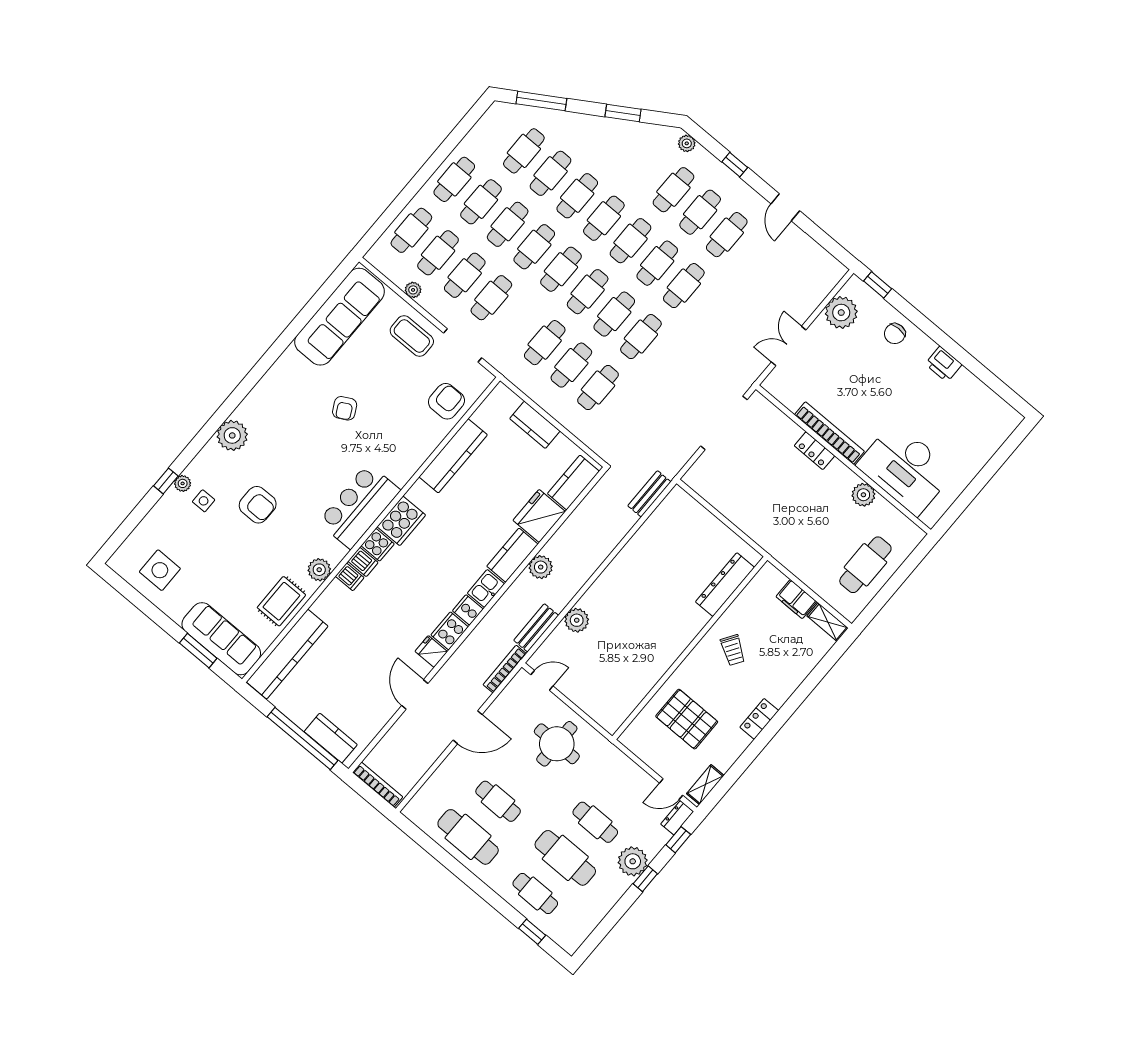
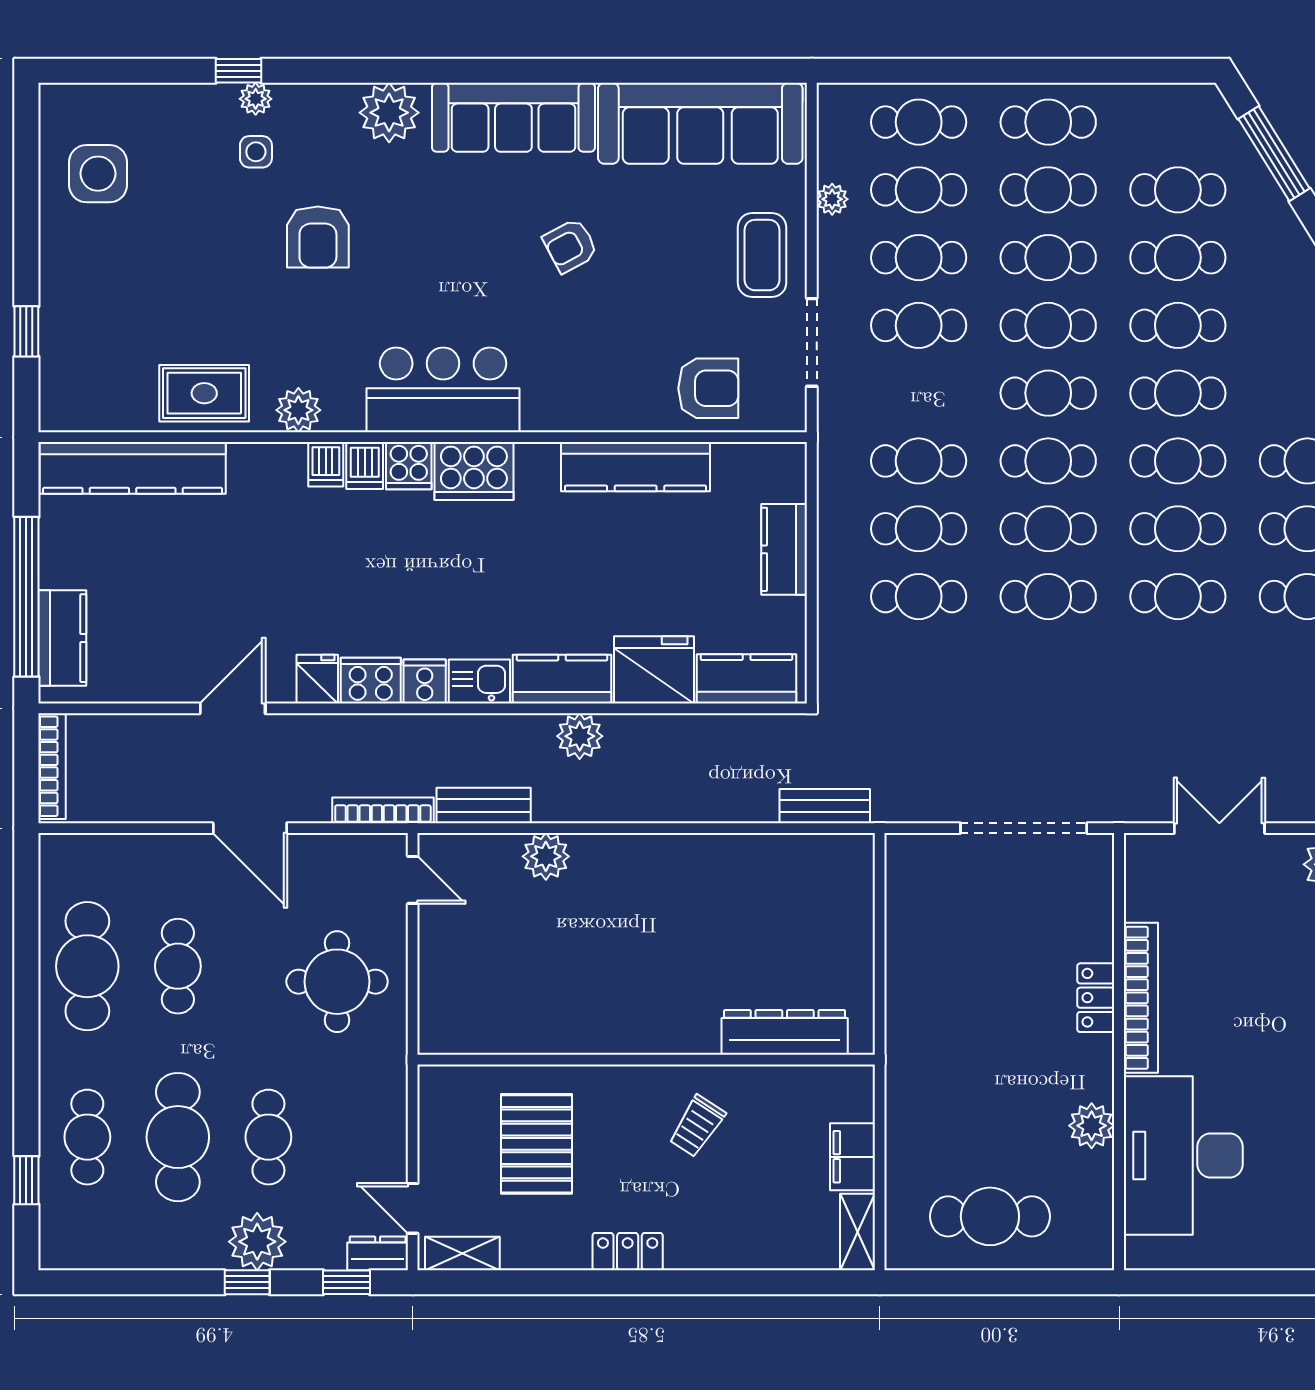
sofa: (221, 639) -> (513, 117), moved, turned 90
window: (198, 651) -> (26, 331), width x0.67

